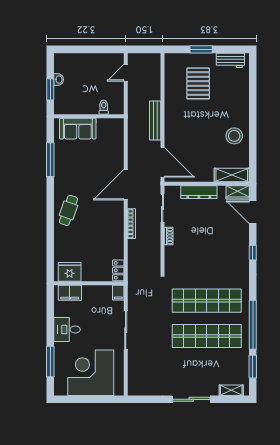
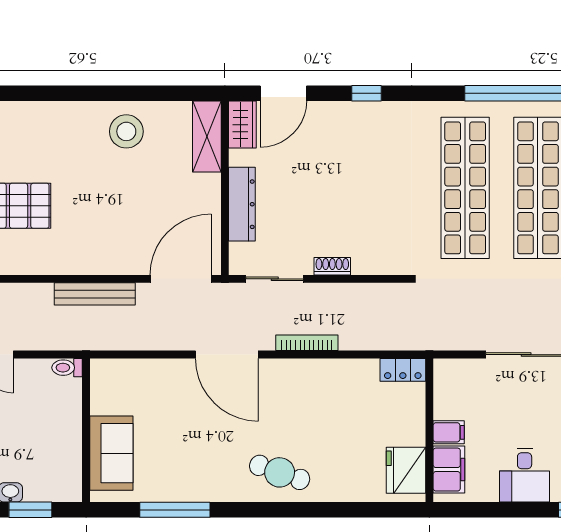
toilet: (104, 107) -> (67, 368), moved
filing cabinet: (118, 293) -> (449, 432), moved

